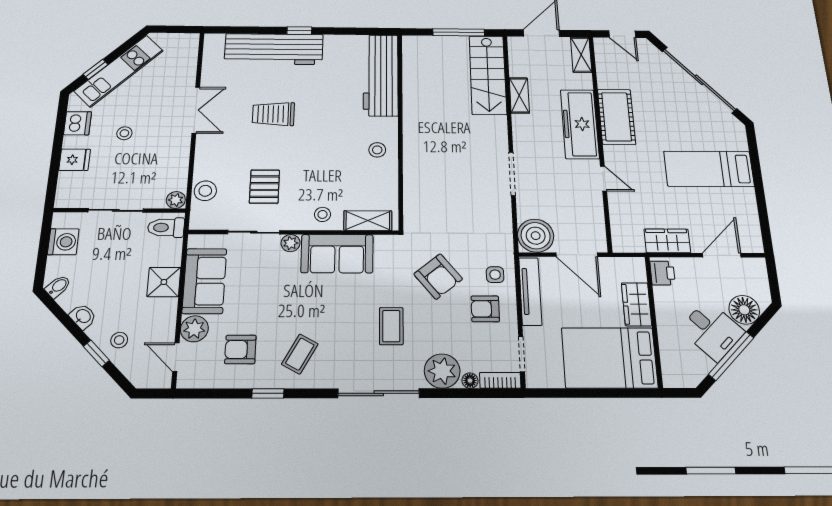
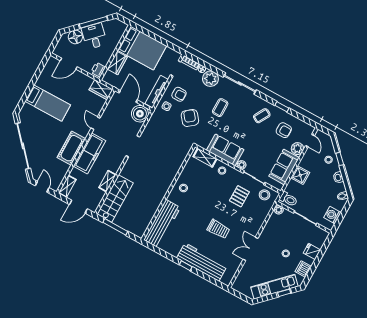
stool: (205, 191) -> (264, 195), moved
wardrobe: (667, 241) -> (101, 90), moved

